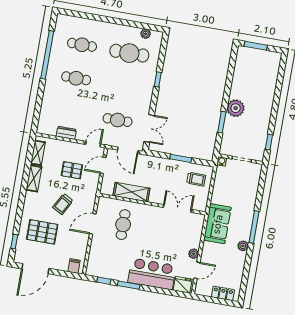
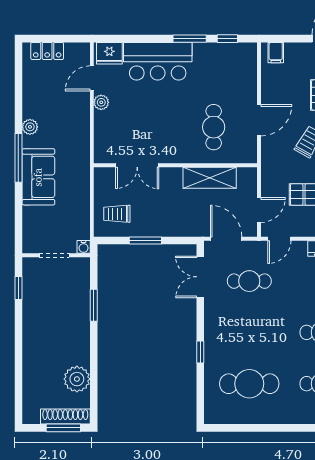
plant: (146, 34) -> (230, 417), removed
shoe rack: (253, 53) -> (65, 417), added
plant: (236, 108) -> (77, 379), moved
sofa: (217, 224) -> (38, 177), moved, turned 180

